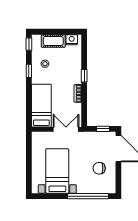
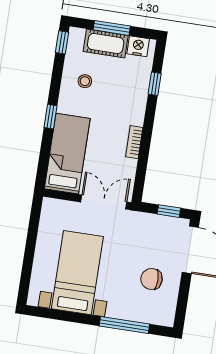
window: (55, 32) -> (112, 28), added
window: (29, 71) -> (51, 117), moved
window: (84, 76) -> (155, 84), moved
window: (88, 196) -> (124, 325), width x0.68

